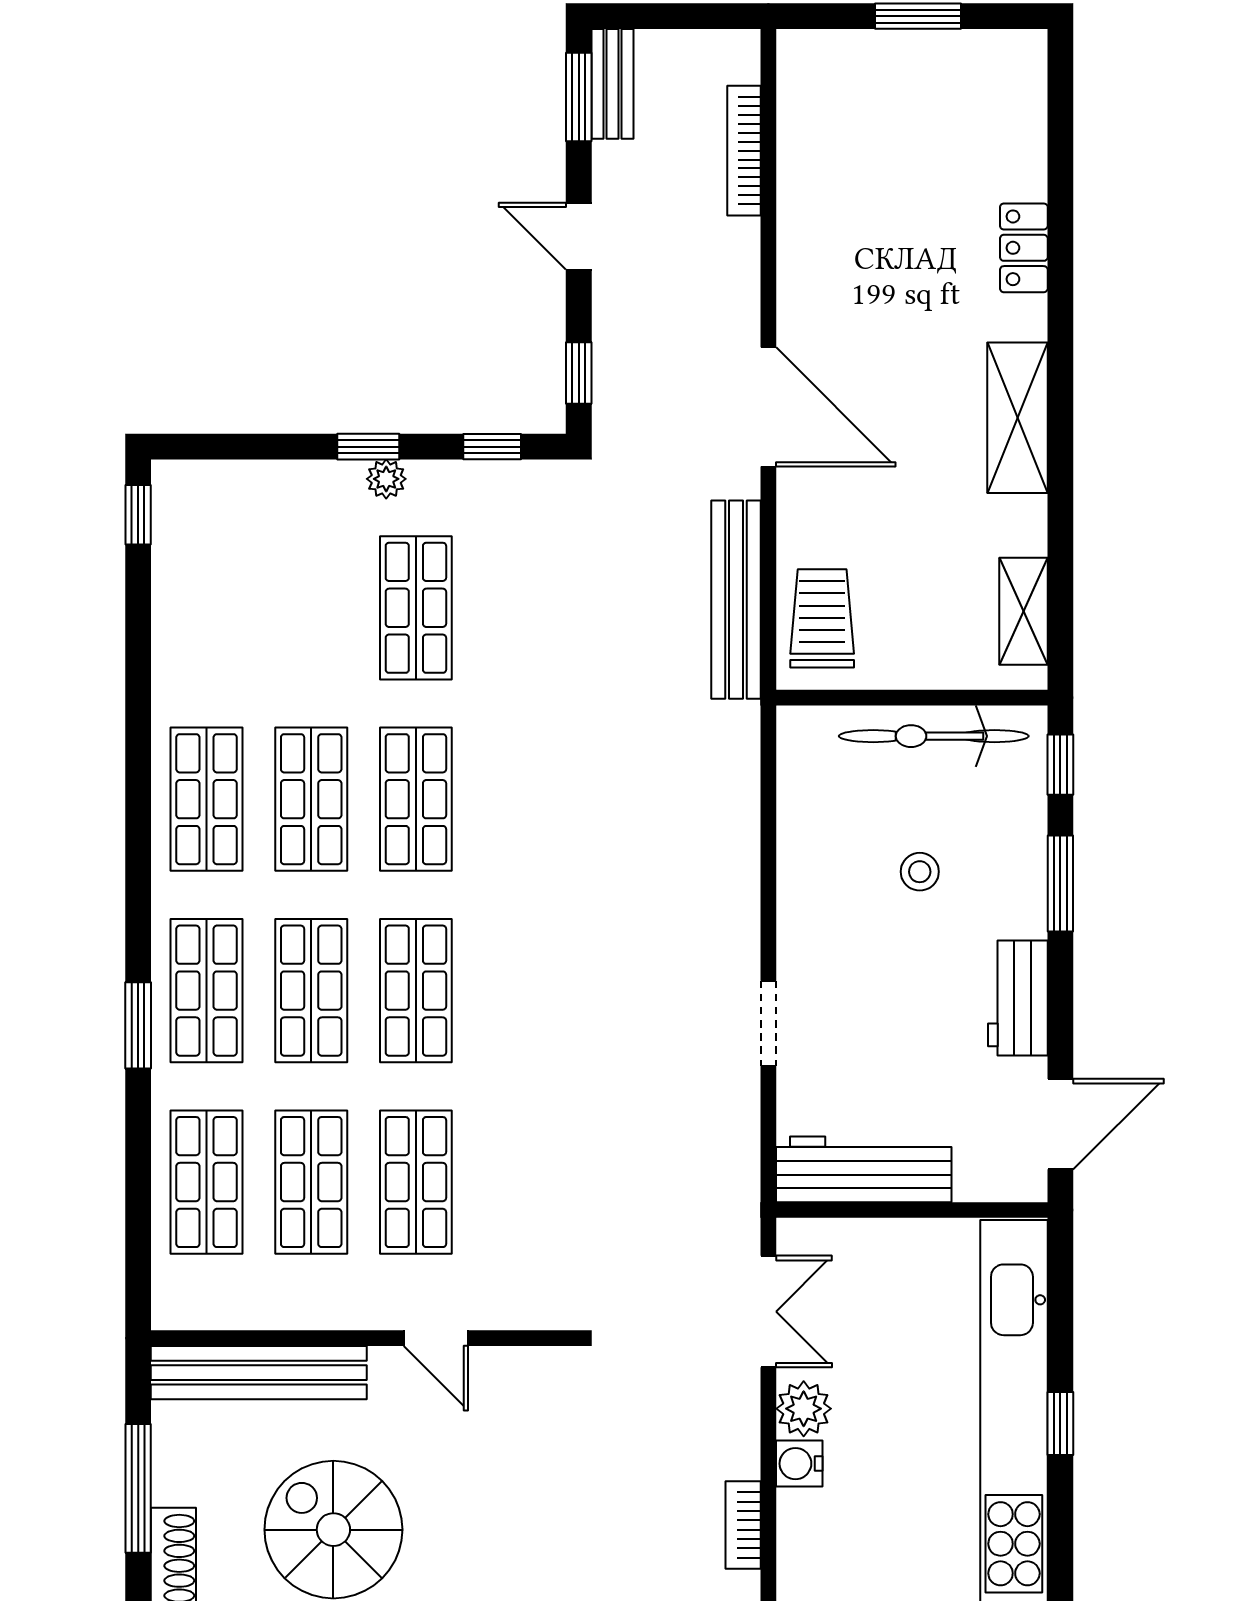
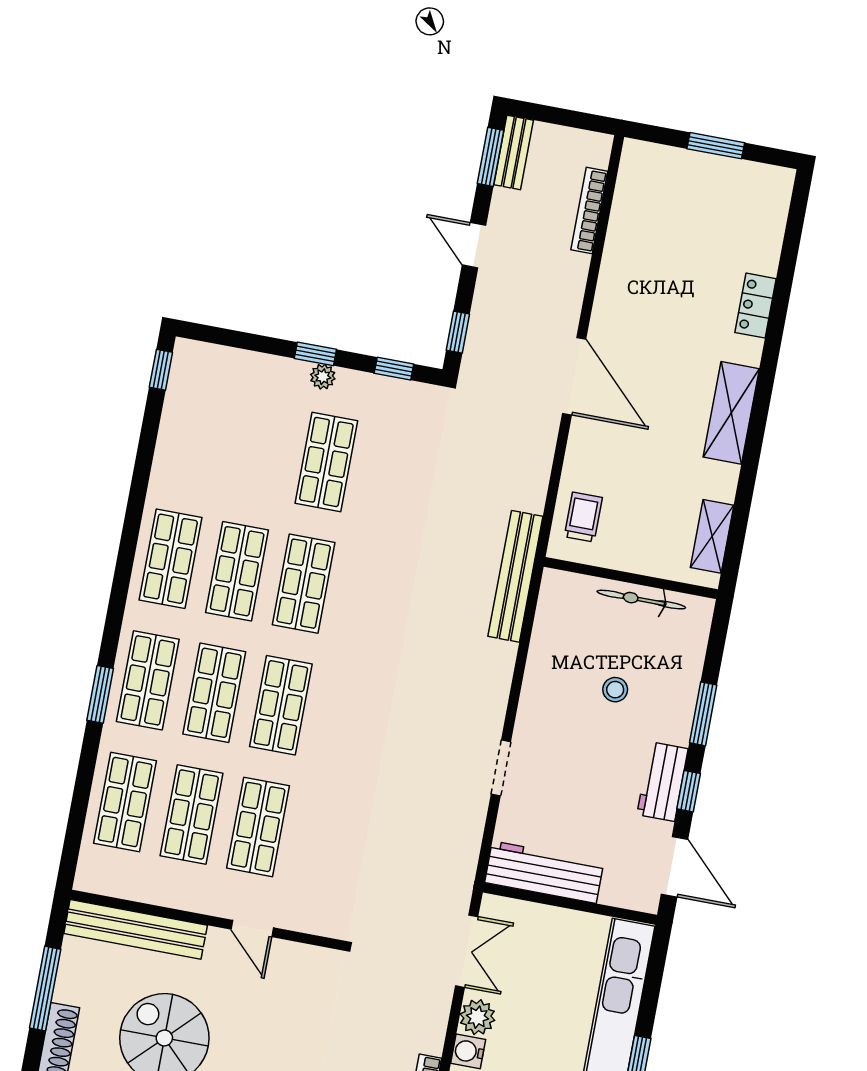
bench: (736, 600) -> (515, 576), moved
trolley: (822, 618) -> (583, 517), width x0.73, depth x0.72
bicycle: (934, 736) -> (641, 600), width x0.73, depth x0.71
window: (1060, 765) -> (689, 791), moved
door: (1060, 1124) -> (675, 867), hinge flipped

